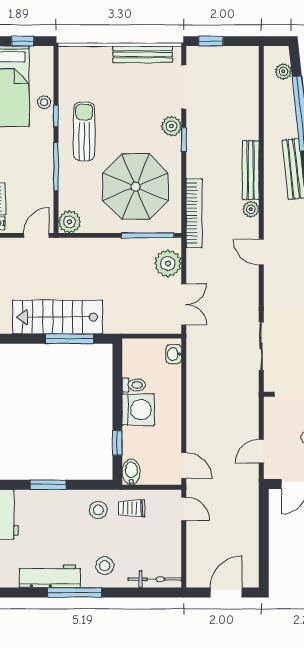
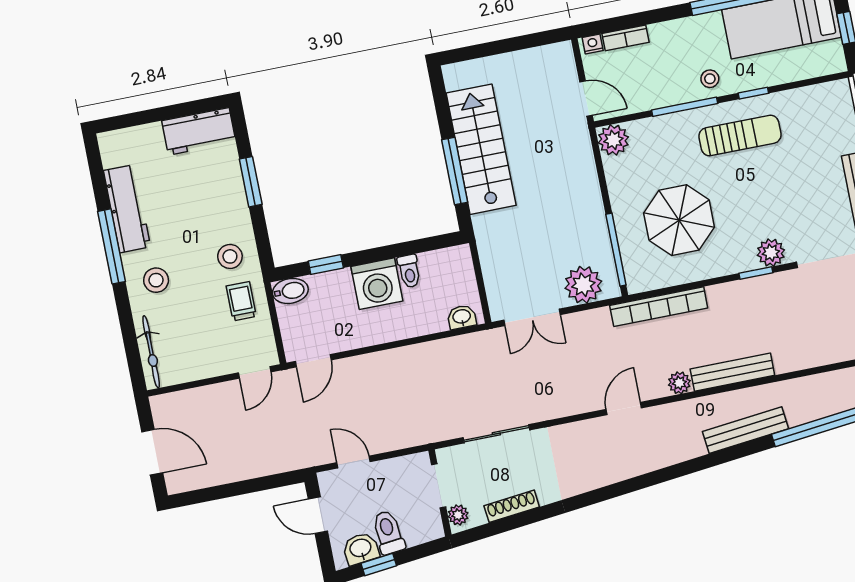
stool: (44, 102) -> (710, 79), moved
parasol: (136, 187) -> (679, 220), width x0.73, depth x0.73

